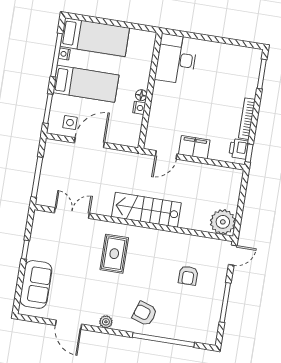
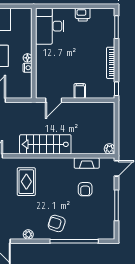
filing cabinet: (194, 147) -> (80, 91), width x0.50
printer: (239, 149) -> (83, 15), moved, turned -90
plant: (223, 222) -> (109, 149), width x0.53, depth x0.53
fireplace: (196, 242) -> (87, 163), added

